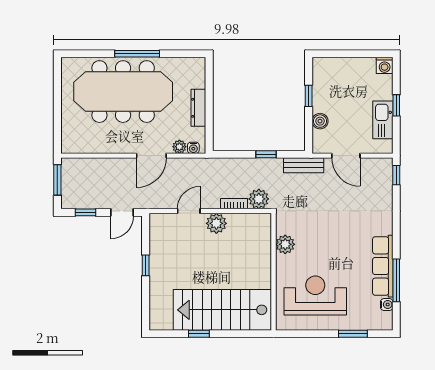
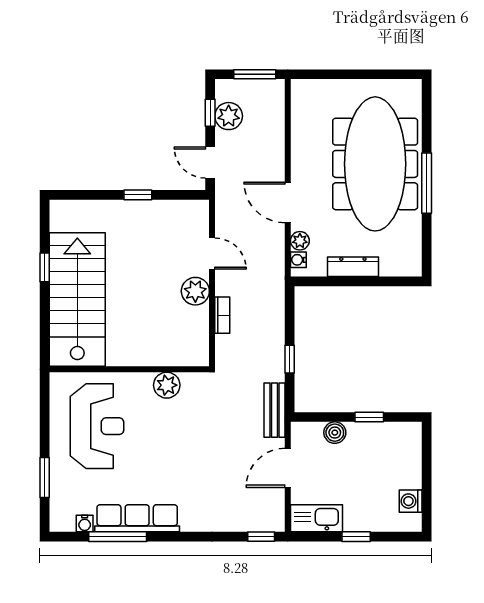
washing machine: (385, 65) -> (411, 501), moved
kitchen sink: (383, 120) -> (316, 518), moved
plant: (259, 199) -> (229, 116), moved

